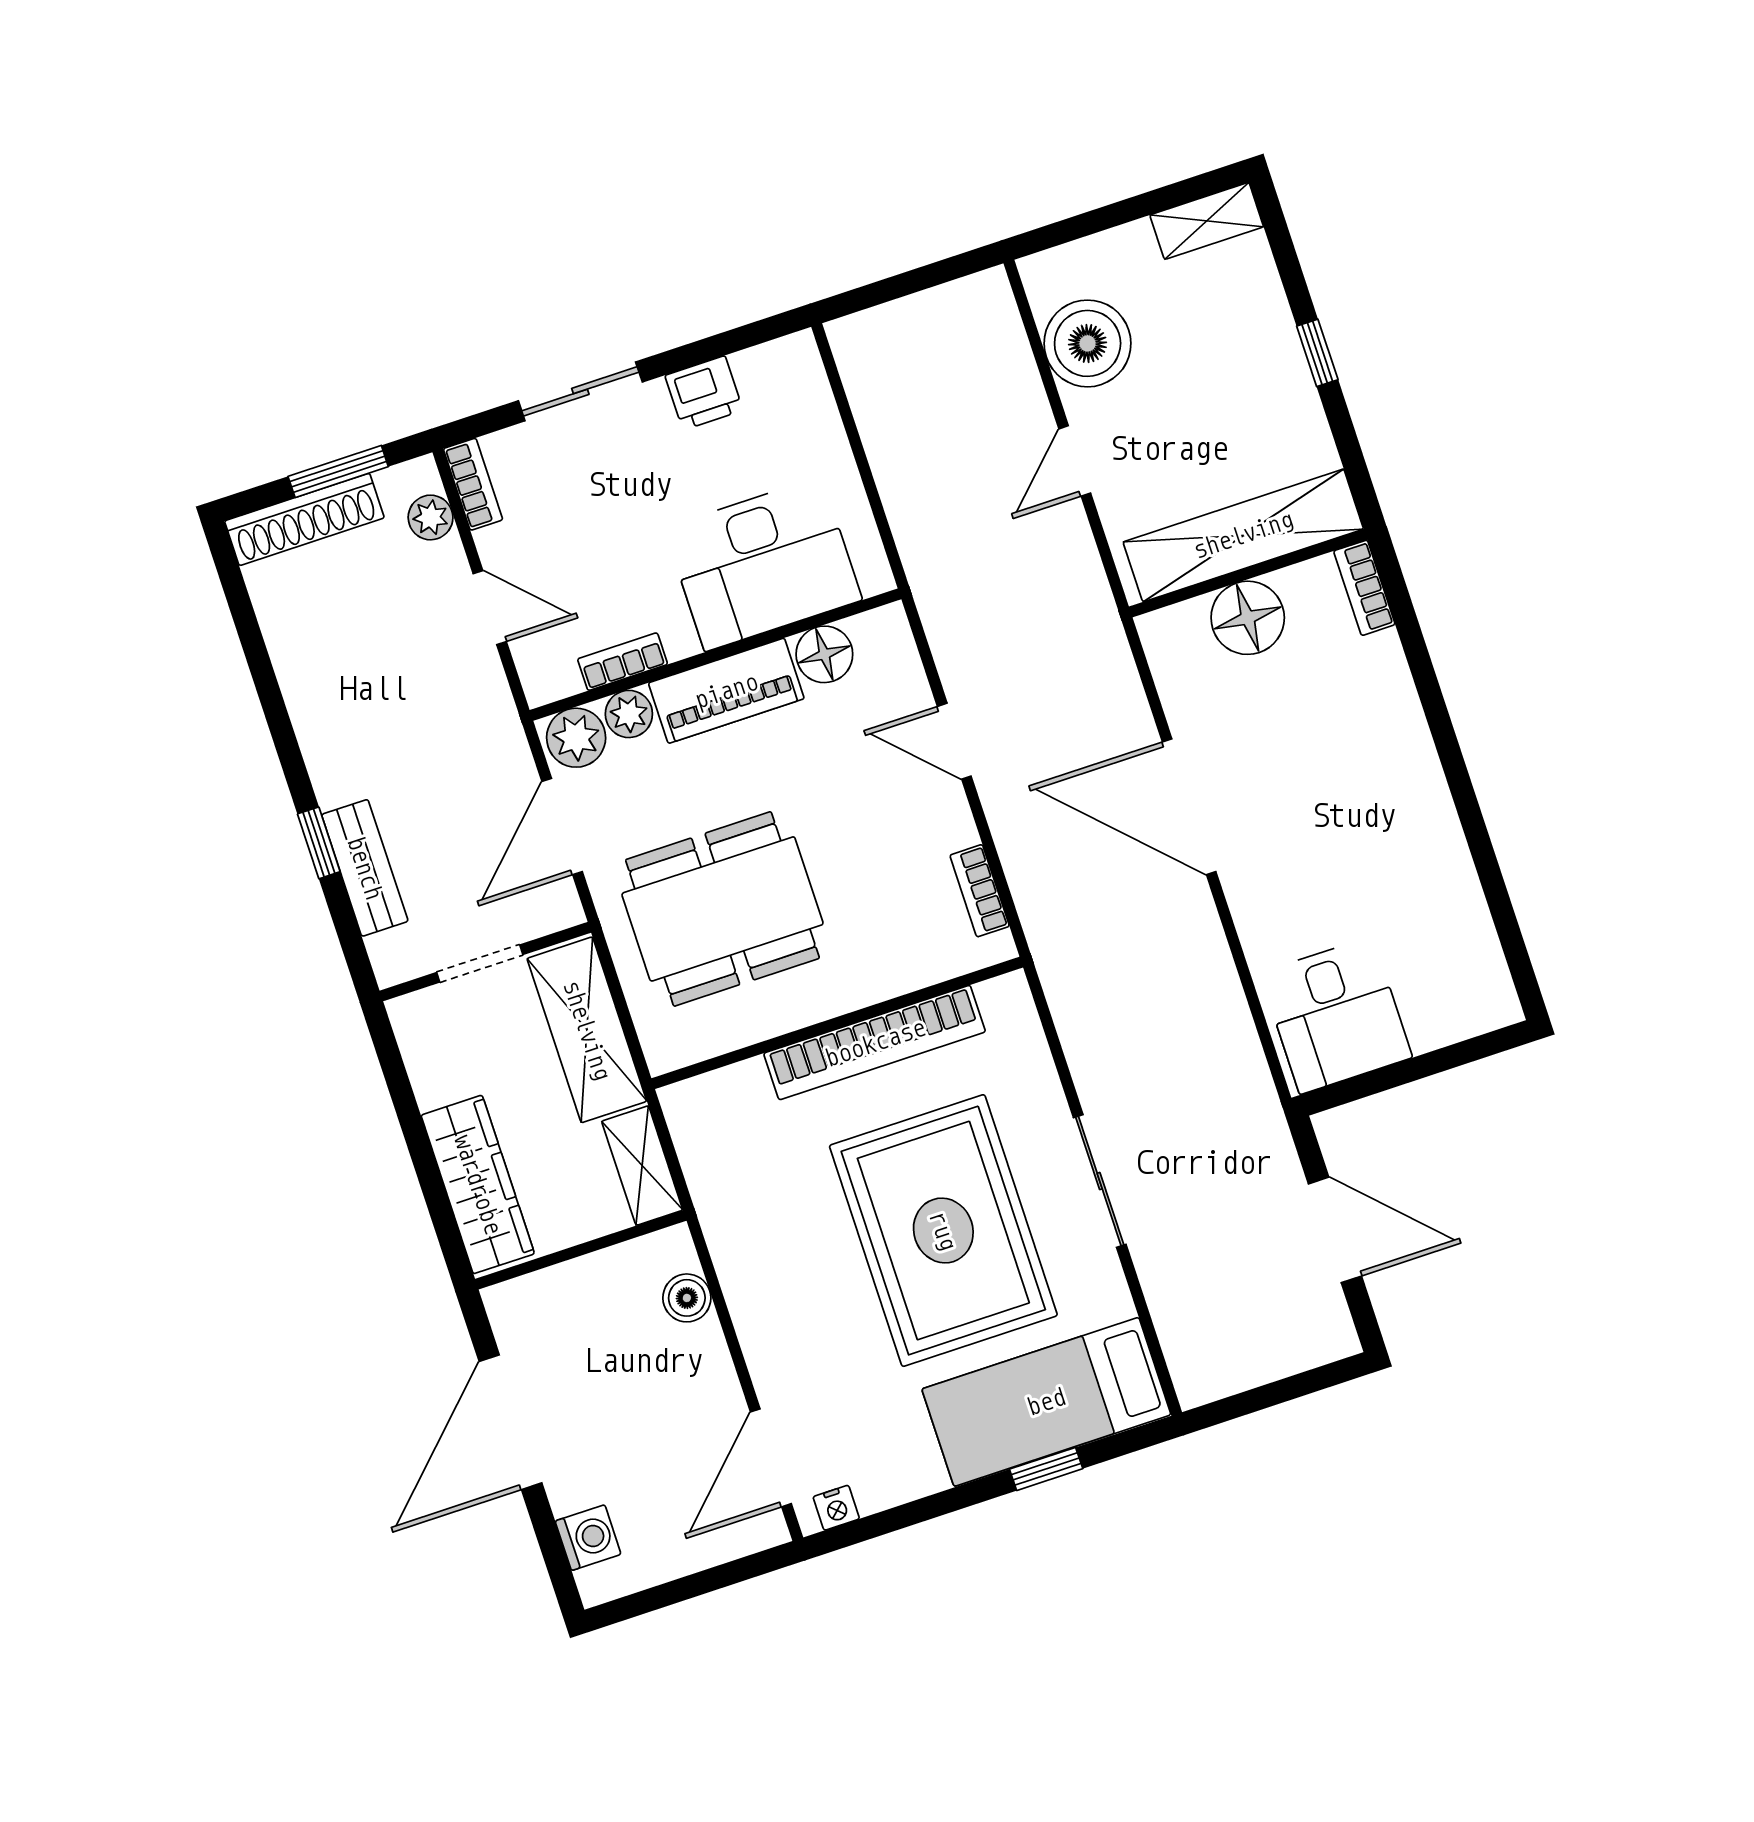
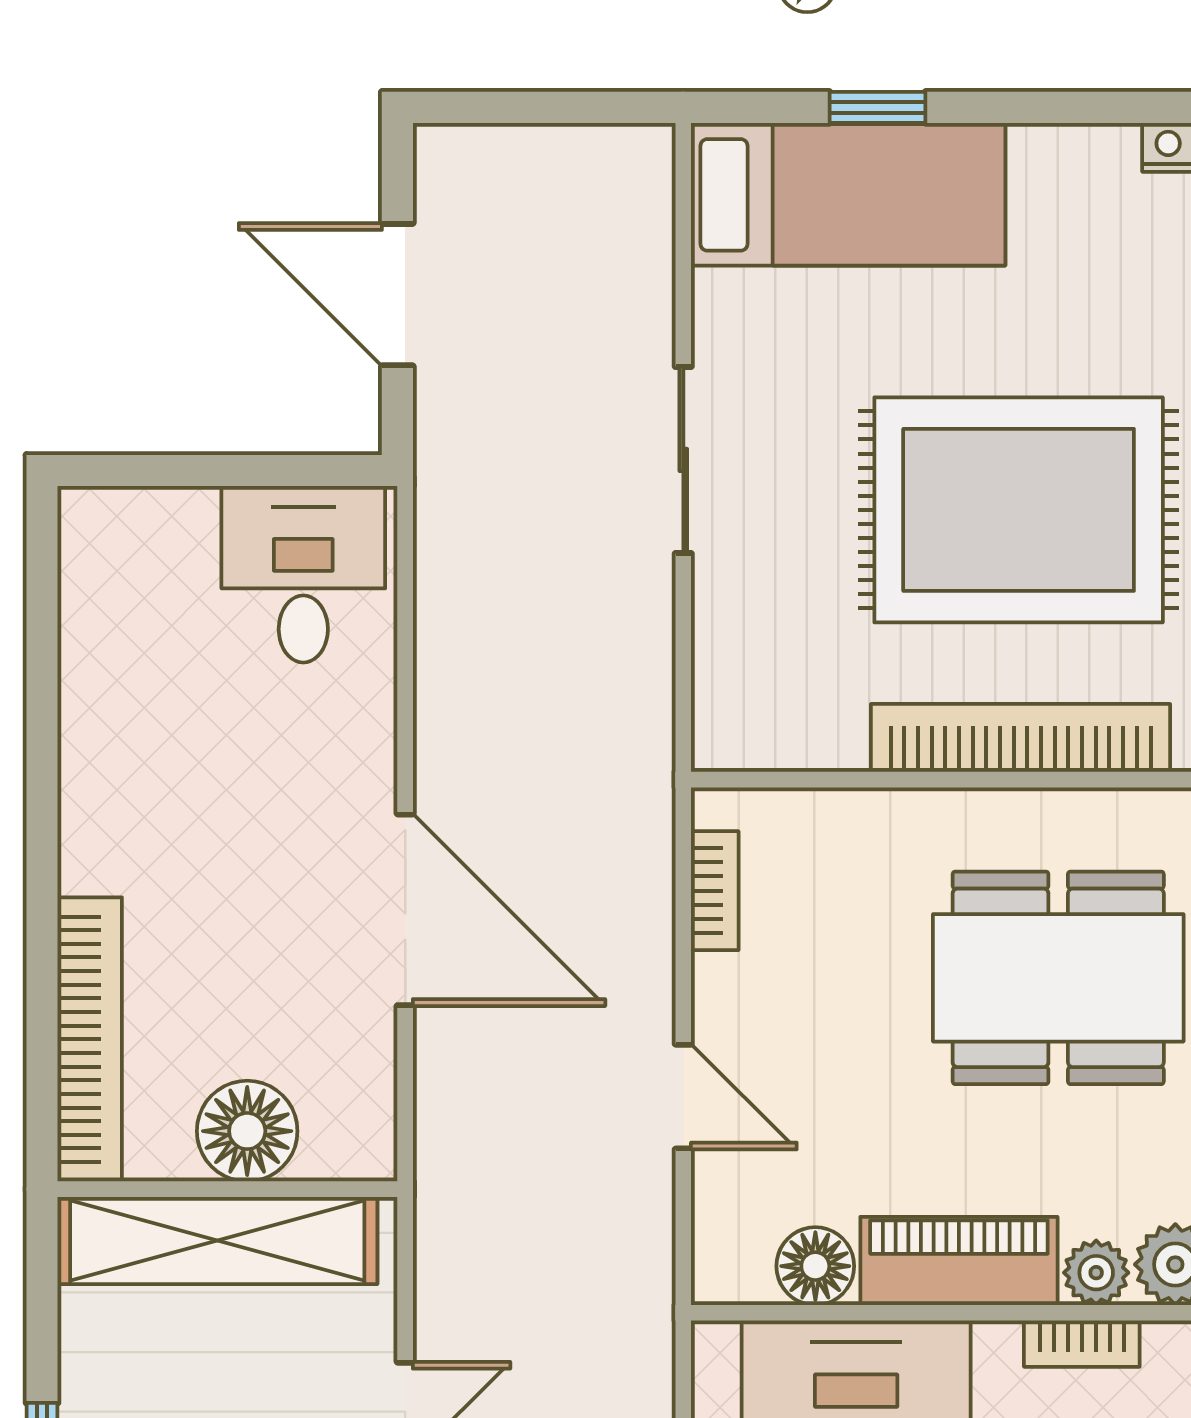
bookcase: (1364, 588) -> (90, 1039), width x2.31, depth x1.31
bookcase: (875, 1043) -> (1021, 738), moved
rug: (943, 1231) -> (1019, 510), moved, turned 90

